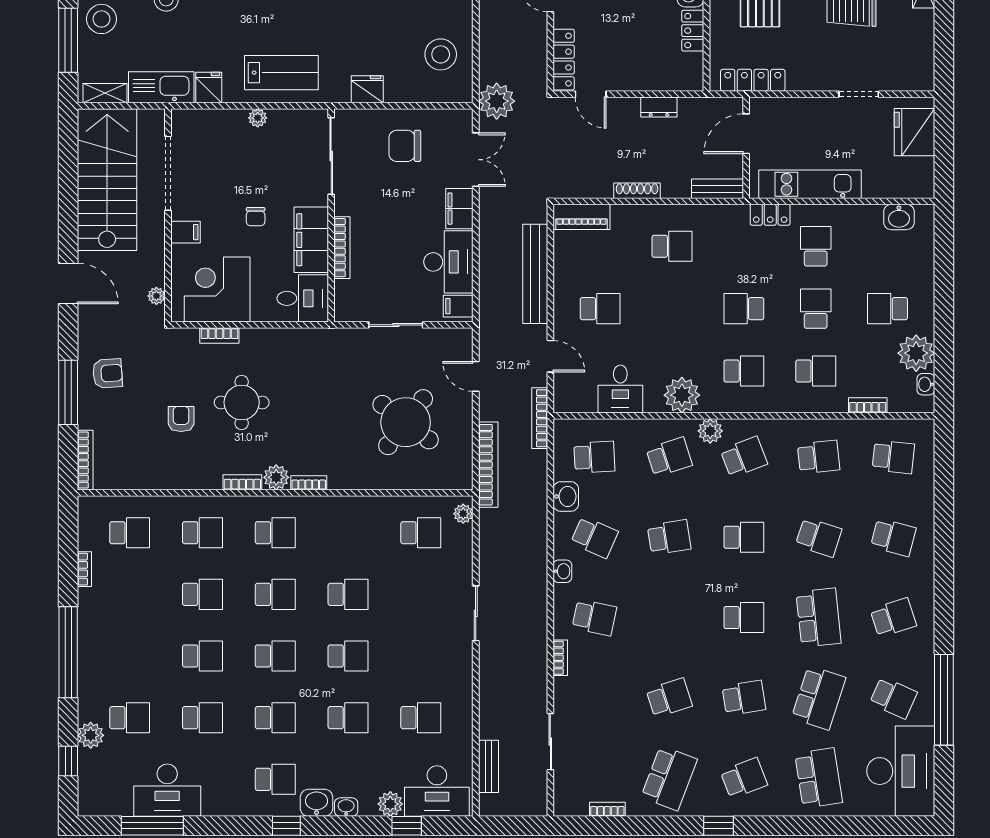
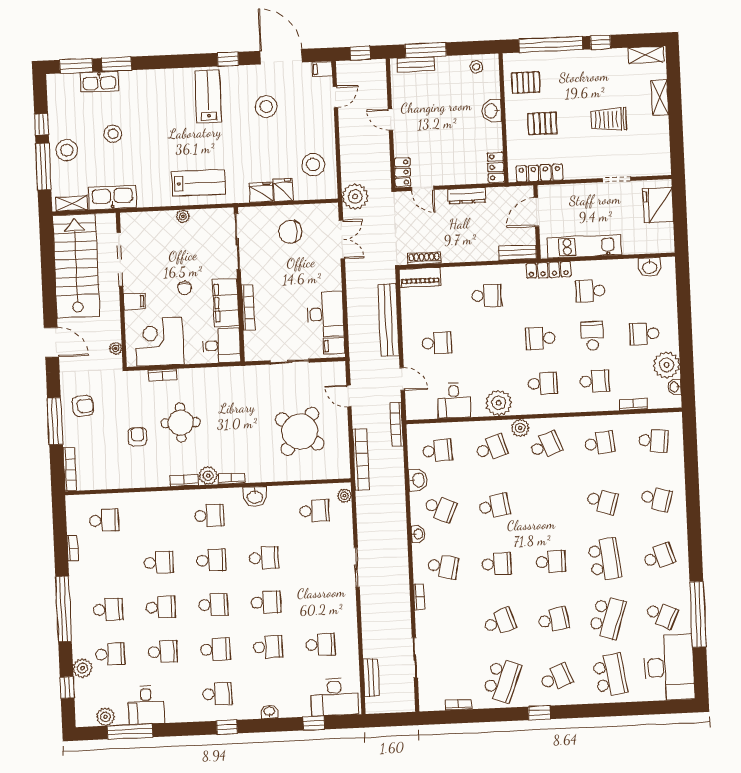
locker: (693, 31) -> (496, 167), moved
locker: (564, 60) -> (402, 172), width x0.66
fridge: (209, 88) -> (283, 190), moved
dresser: (659, 107) -> (467, 196), width x1.44
shoe rack: (637, 191) -> (424, 258), moved
filing cabinet: (459, 209) -> (332, 275), removed
locker: (770, 215) -> (549, 270), width x1.53
school desk: (816, 246) -> (590, 291), turned -90
school desk: (202, 533) -> (108, 610), moved
school desk: (744, 537) -> (497, 564), moved
desk: (167, 790) -> (146, 705), width x0.73
washbasin: (317, 803) -> (255, 497), moved, turned 180
plant: (390, 804) -> (106, 717), moved

